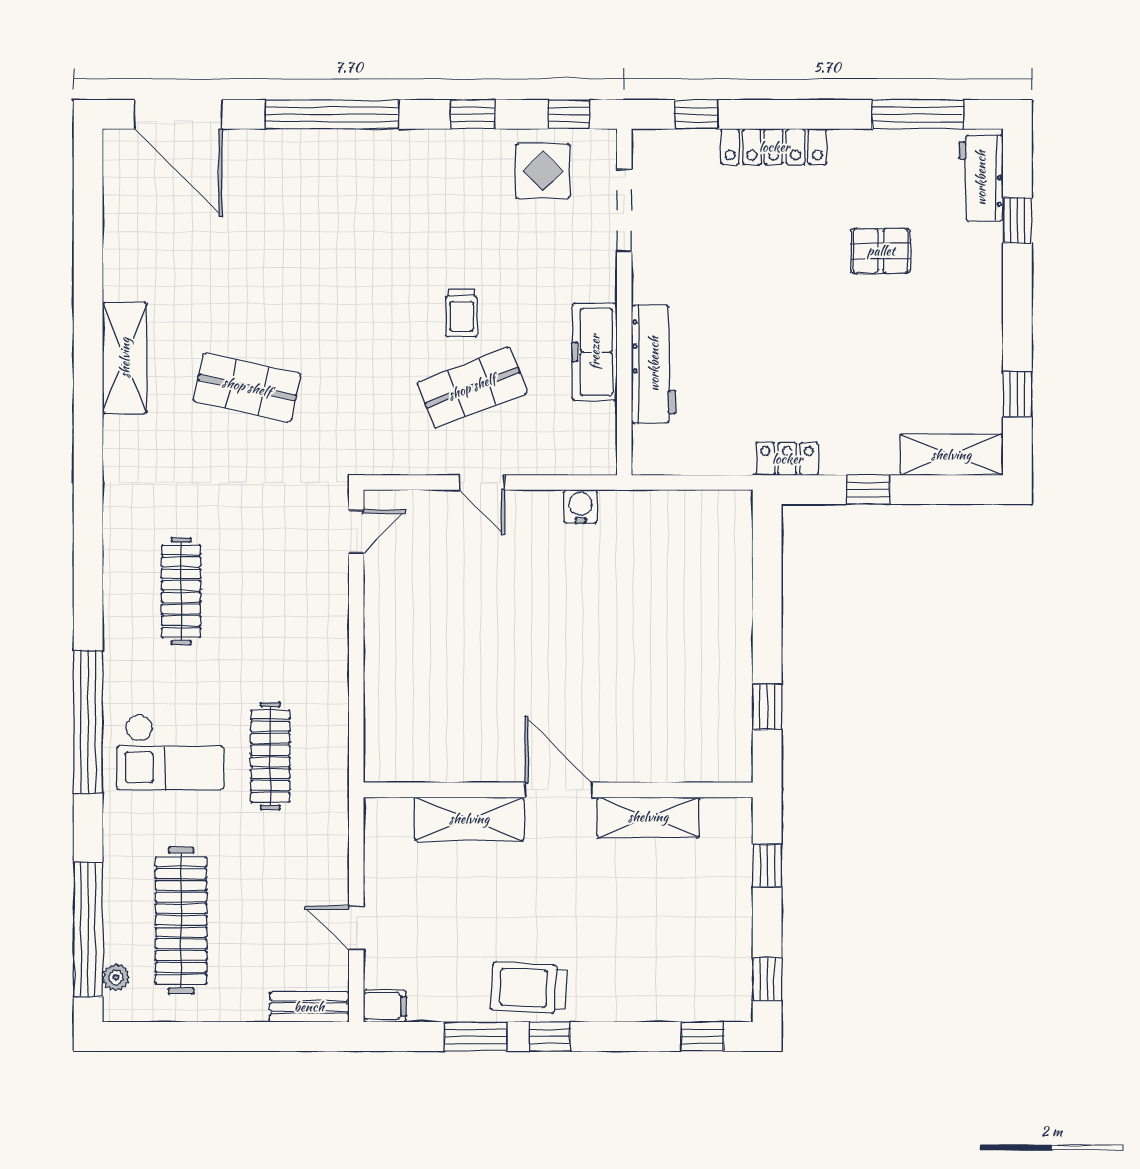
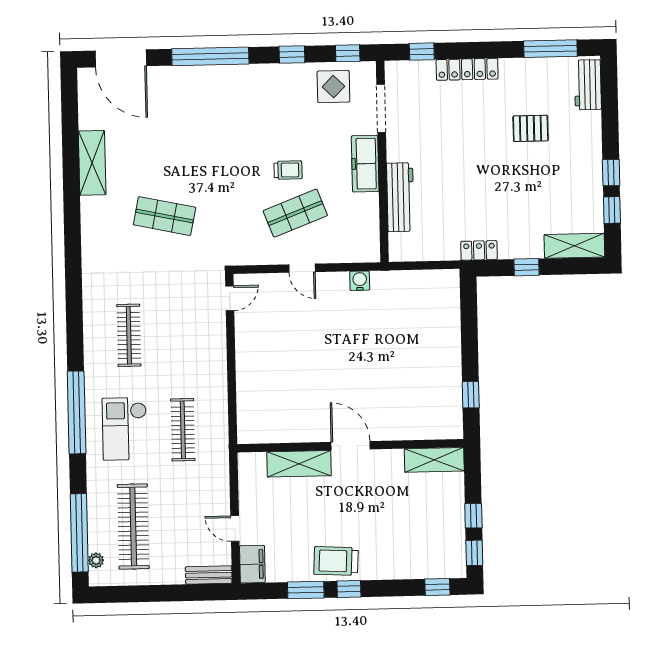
window: (1017, 221) -> (611, 173), moved
trolley: (462, 313) -> (288, 170), turned -90
freezer: (595, 352) -> (365, 164), moved
shelving: (125, 358) -> (92, 163), moved
checkout: (170, 752) -> (125, 429), turned 90
shelving: (648, 817) -> (434, 460), moved
window: (767, 866) -> (473, 516), moved
filing cabinet: (385, 1006) -> (252, 564), width x2.00

